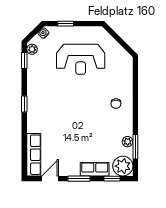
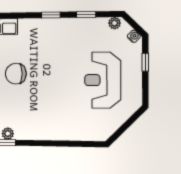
window: (24, 61) -> (86, 14), moved
chair: (116, 104) -> (16, 74), moved, width x1.87, depth x1.87

